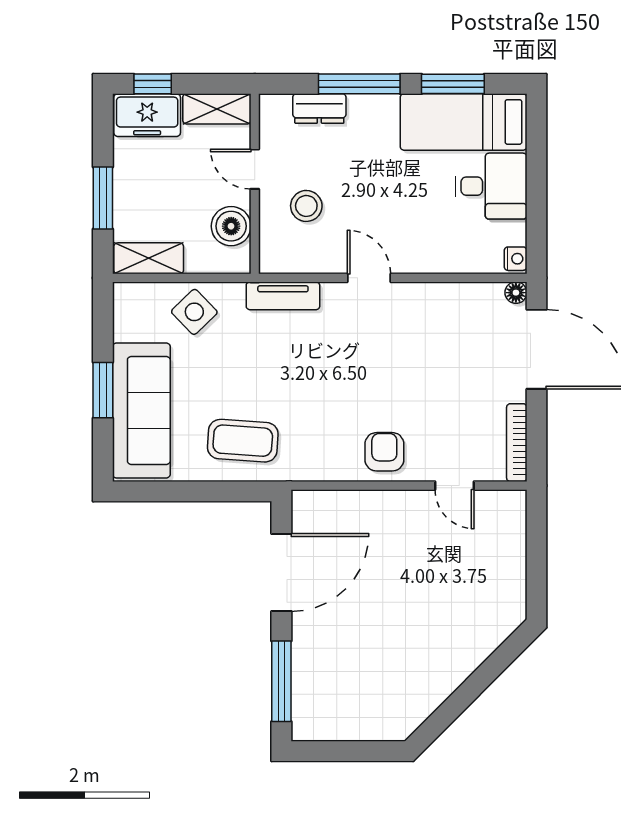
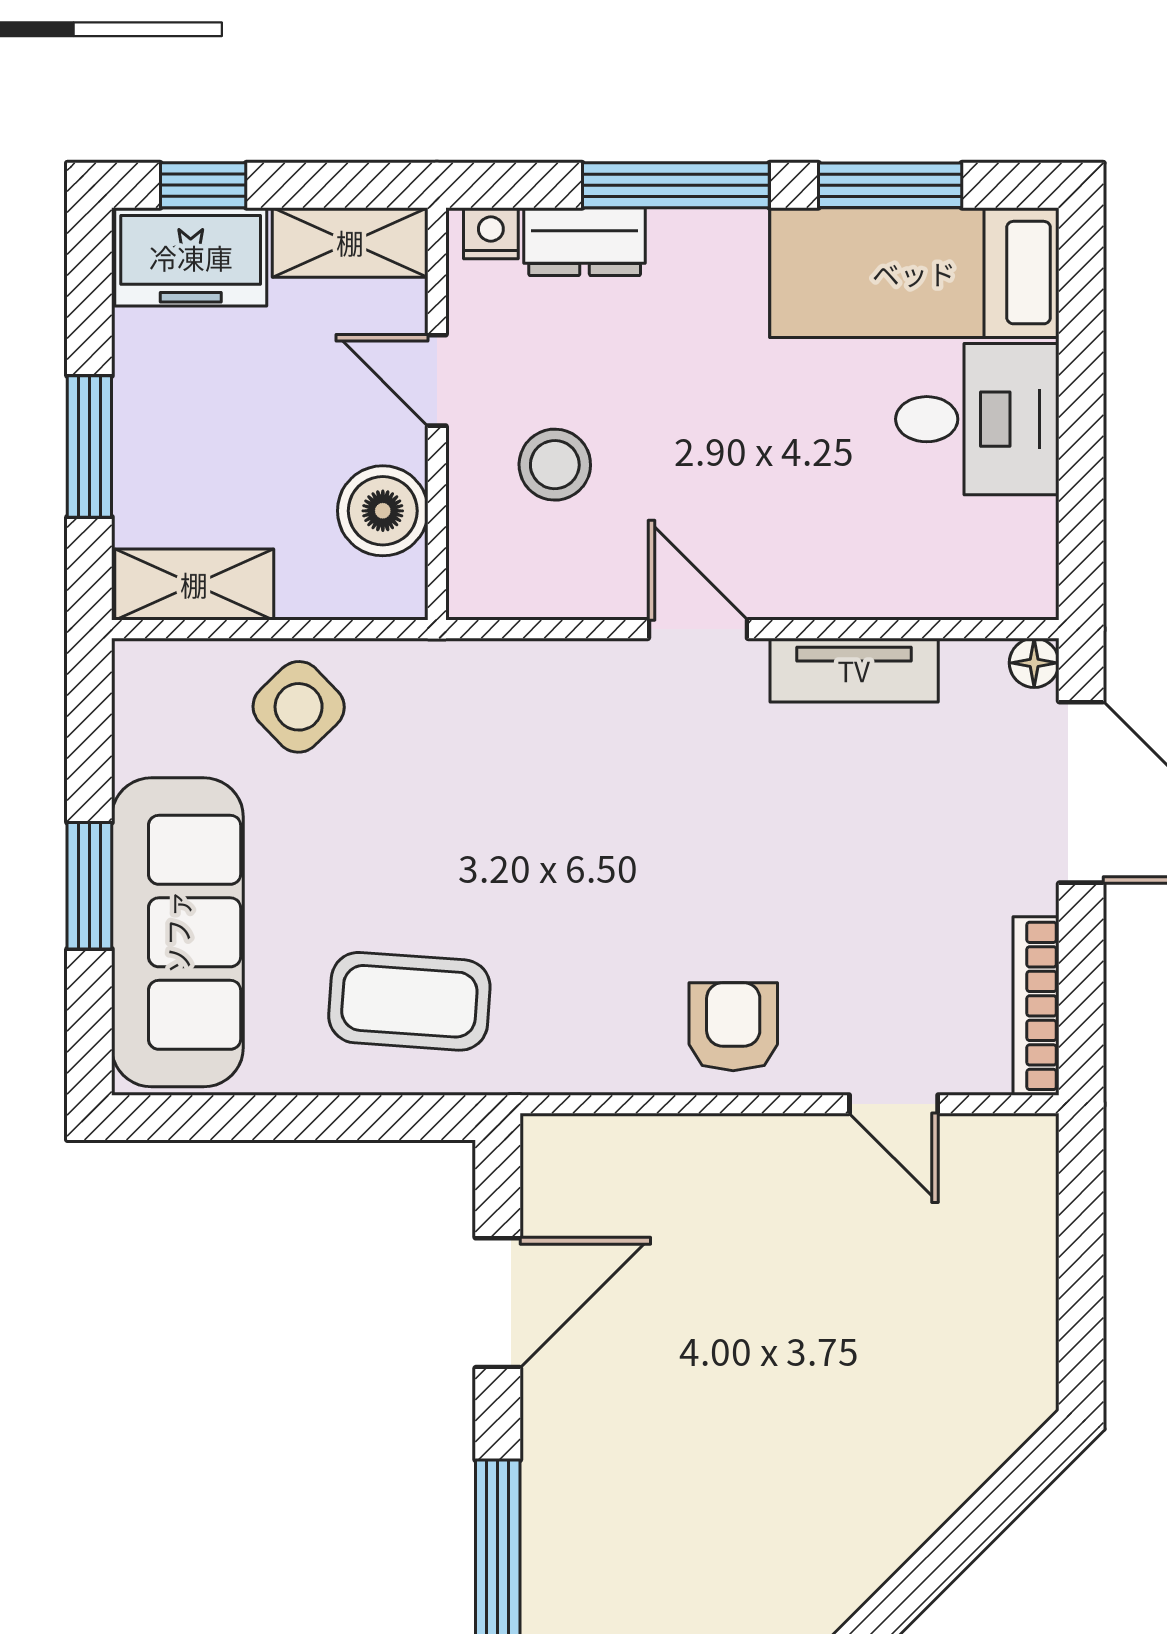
nightstand: (516, 259) -> (491, 233), moved, turned -90
tv unit: (283, 296) -> (854, 670), moved
door: (281, 572) -> (498, 1303), width x0.73

